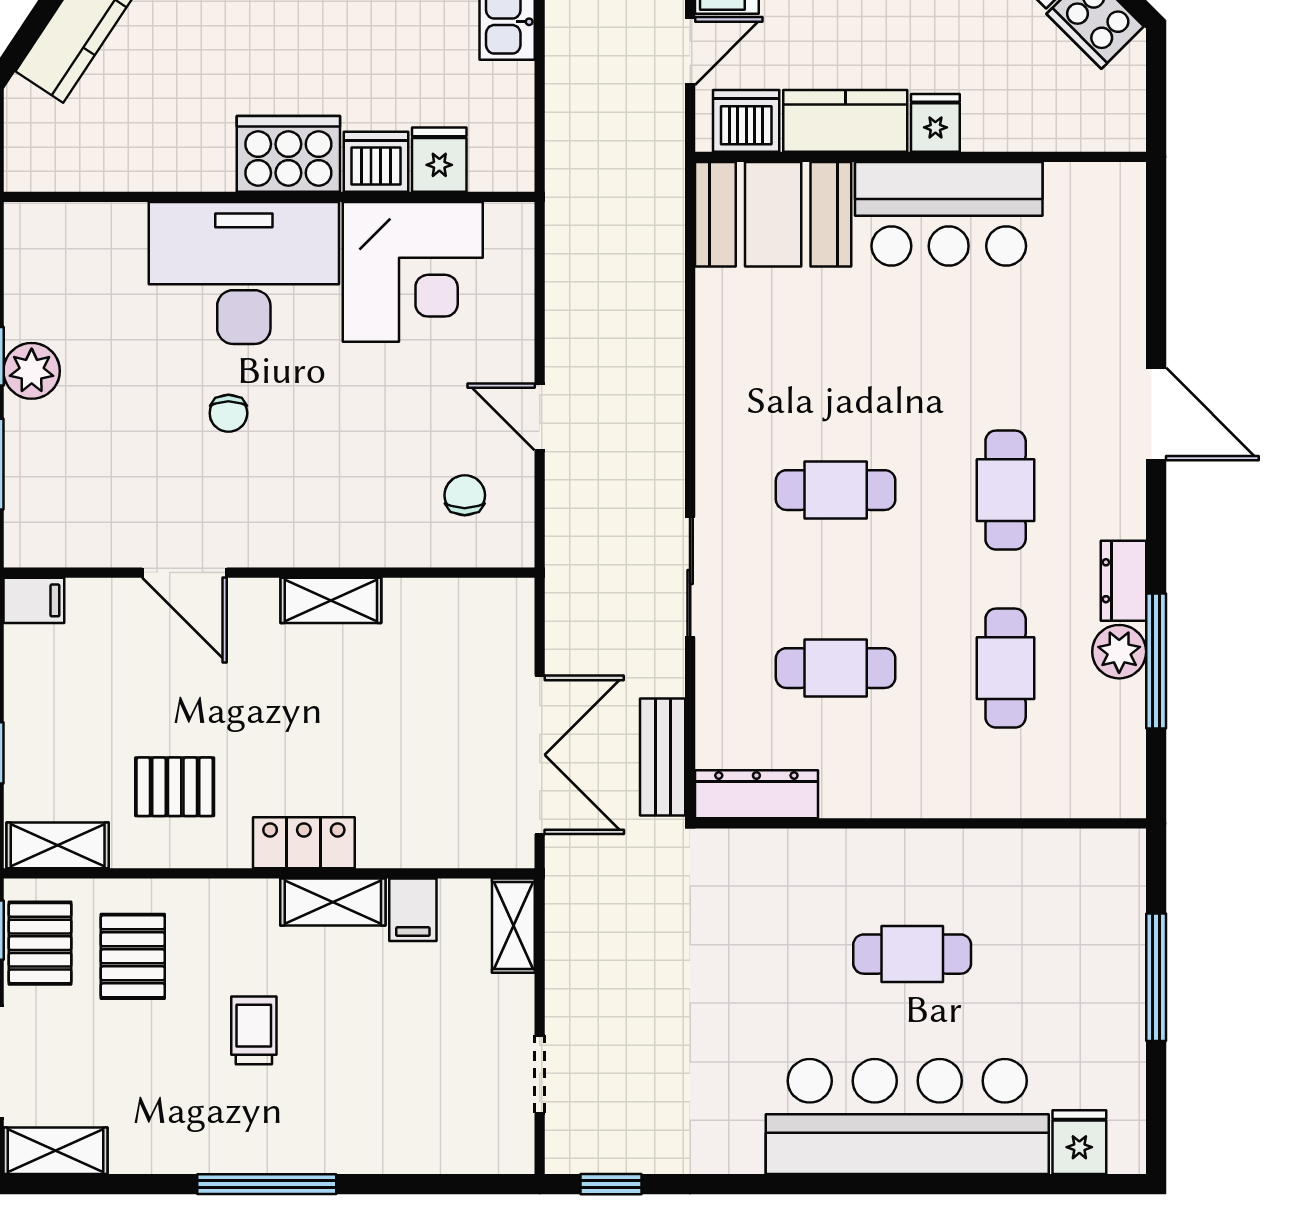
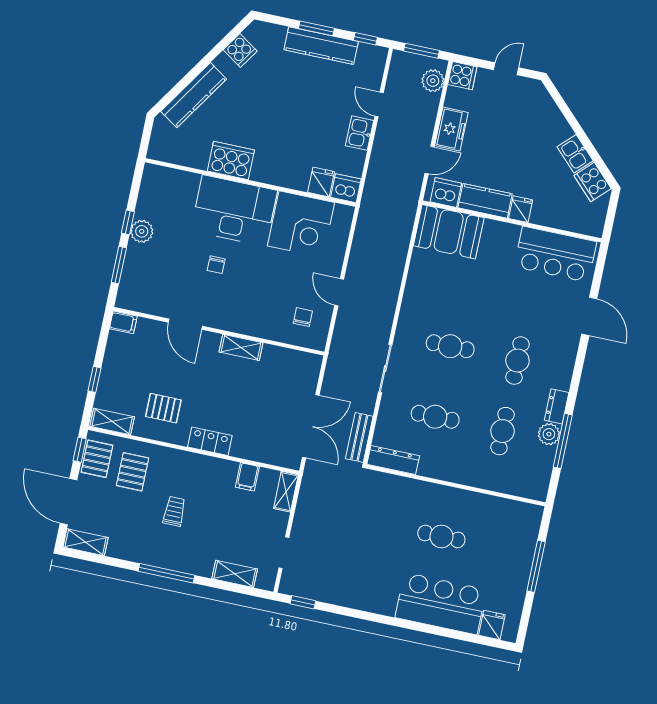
cooker: (288, 154) -> (231, 160), moved
dishwasher: (376, 162) -> (346, 188), moved
bar counter: (949, 214) -> (555, 254), moved
door: (1156, 414) -> (589, 316), moved
shelving: (333, 902) -> (235, 574), moved
bar counter: (907, 1116) -> (441, 604), width x0.73

